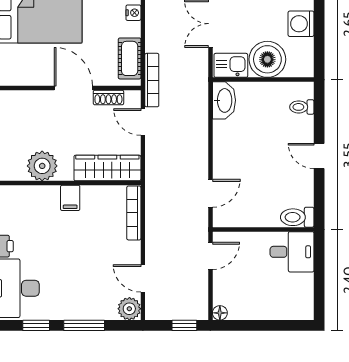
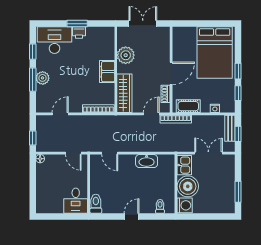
washing machine: (301, 24) -> (185, 205), moved, turned 90
washbasin: (224, 100) -> (147, 161), moved
filing cabinet: (70, 198) -> (107, 72), width x2.00
plant: (129, 309) -> (43, 78), moved

